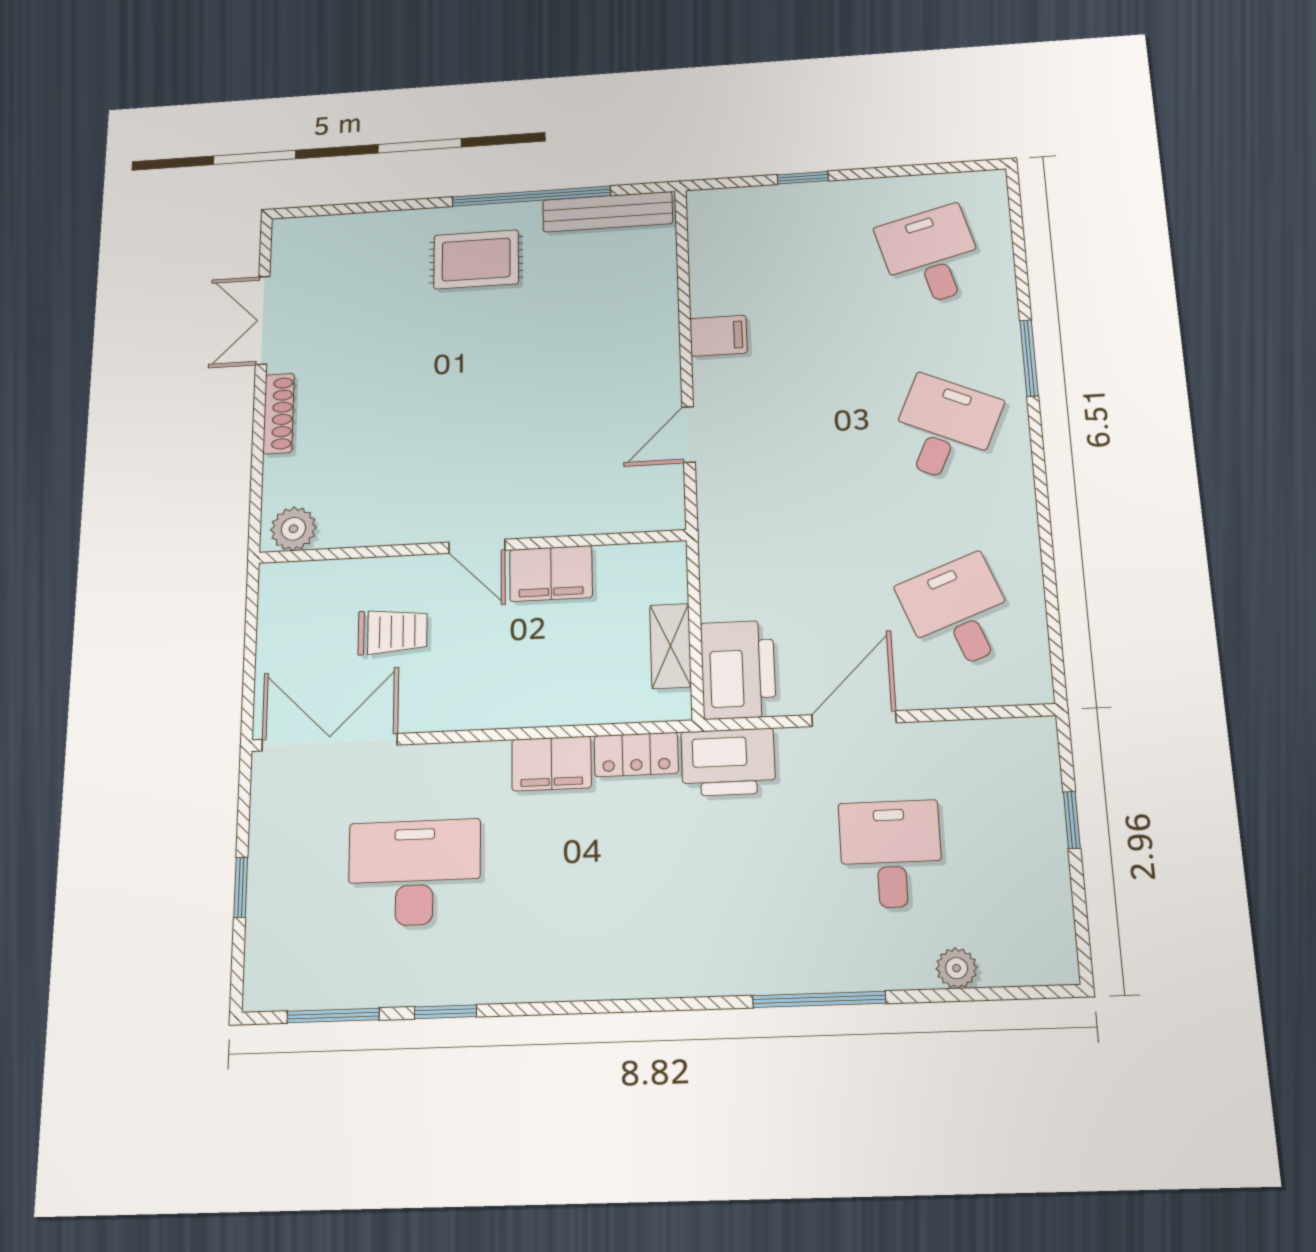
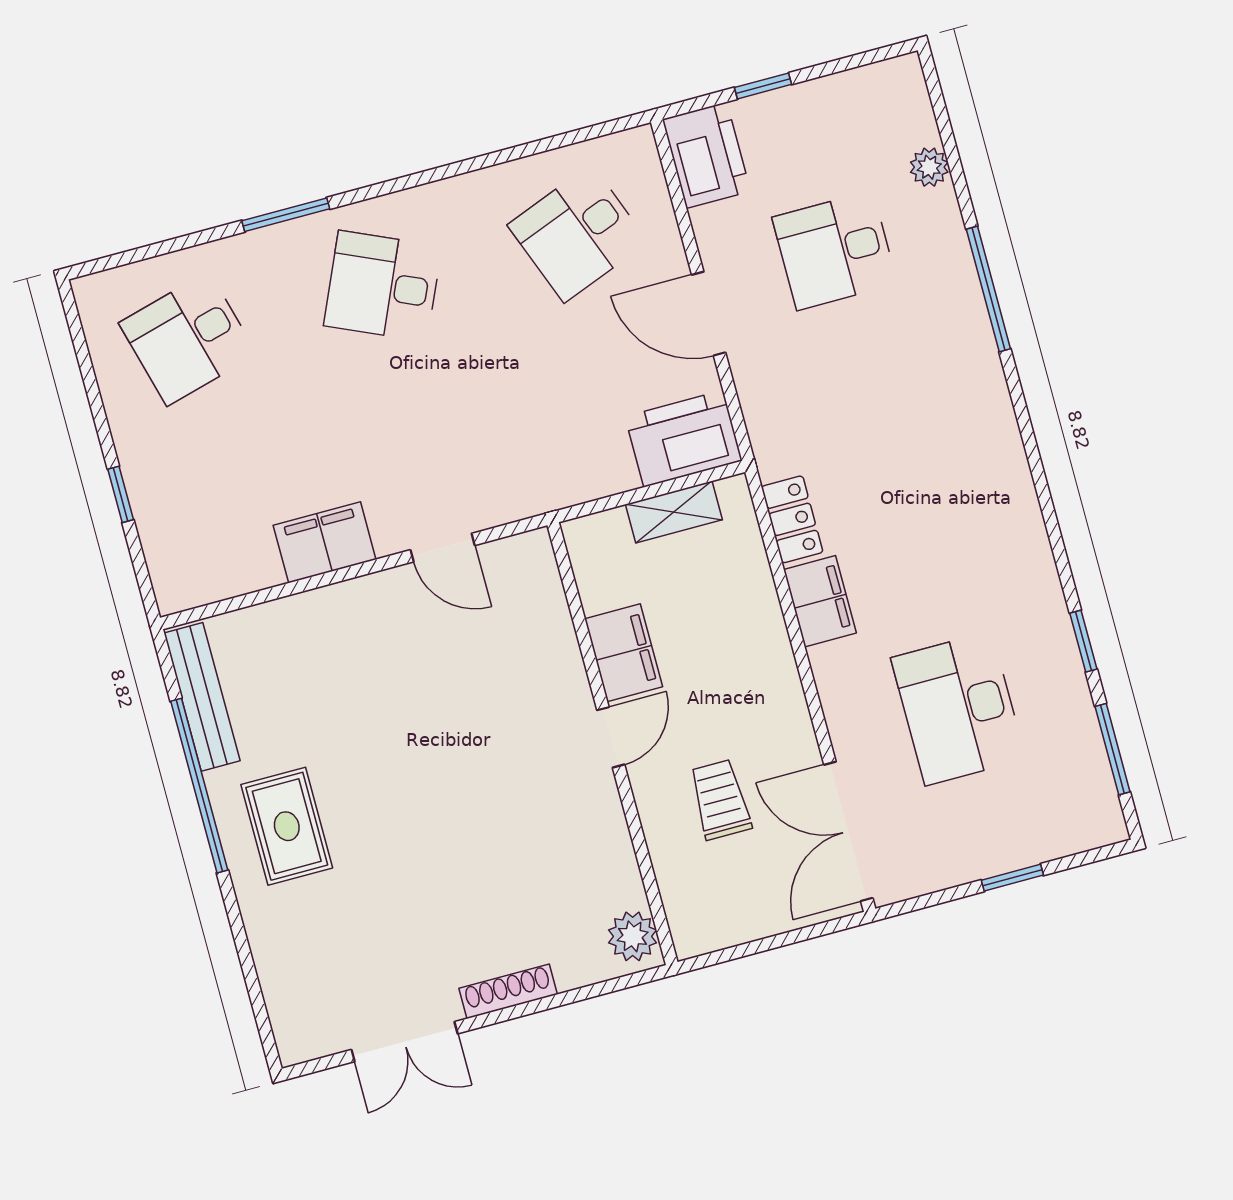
filing cabinet: (718, 336) -> (325, 542), width x2.00
printer: (728, 762) -> (706, 155), moved

